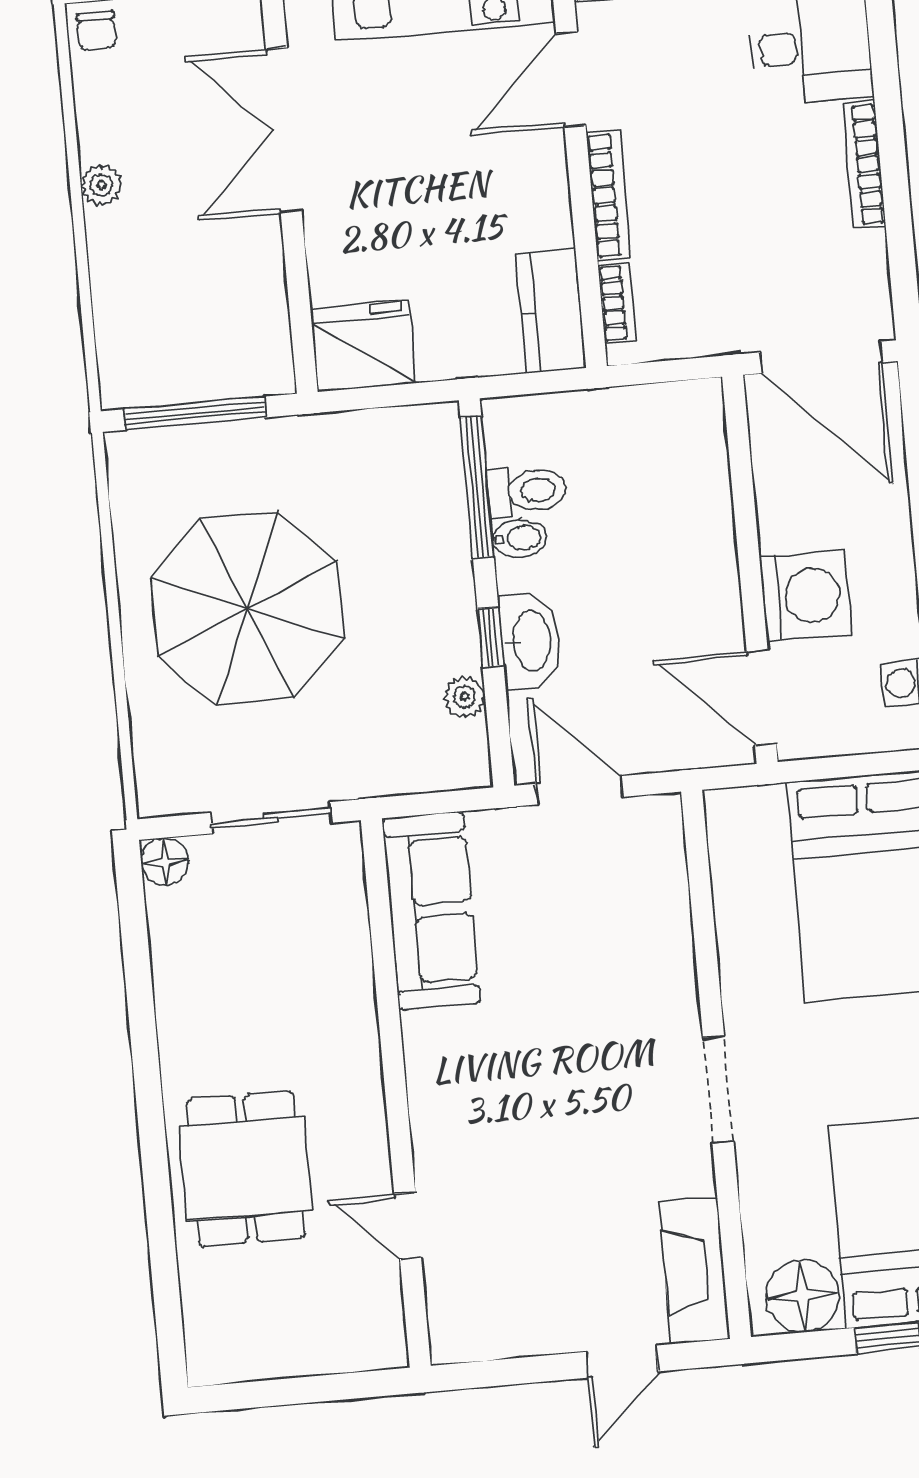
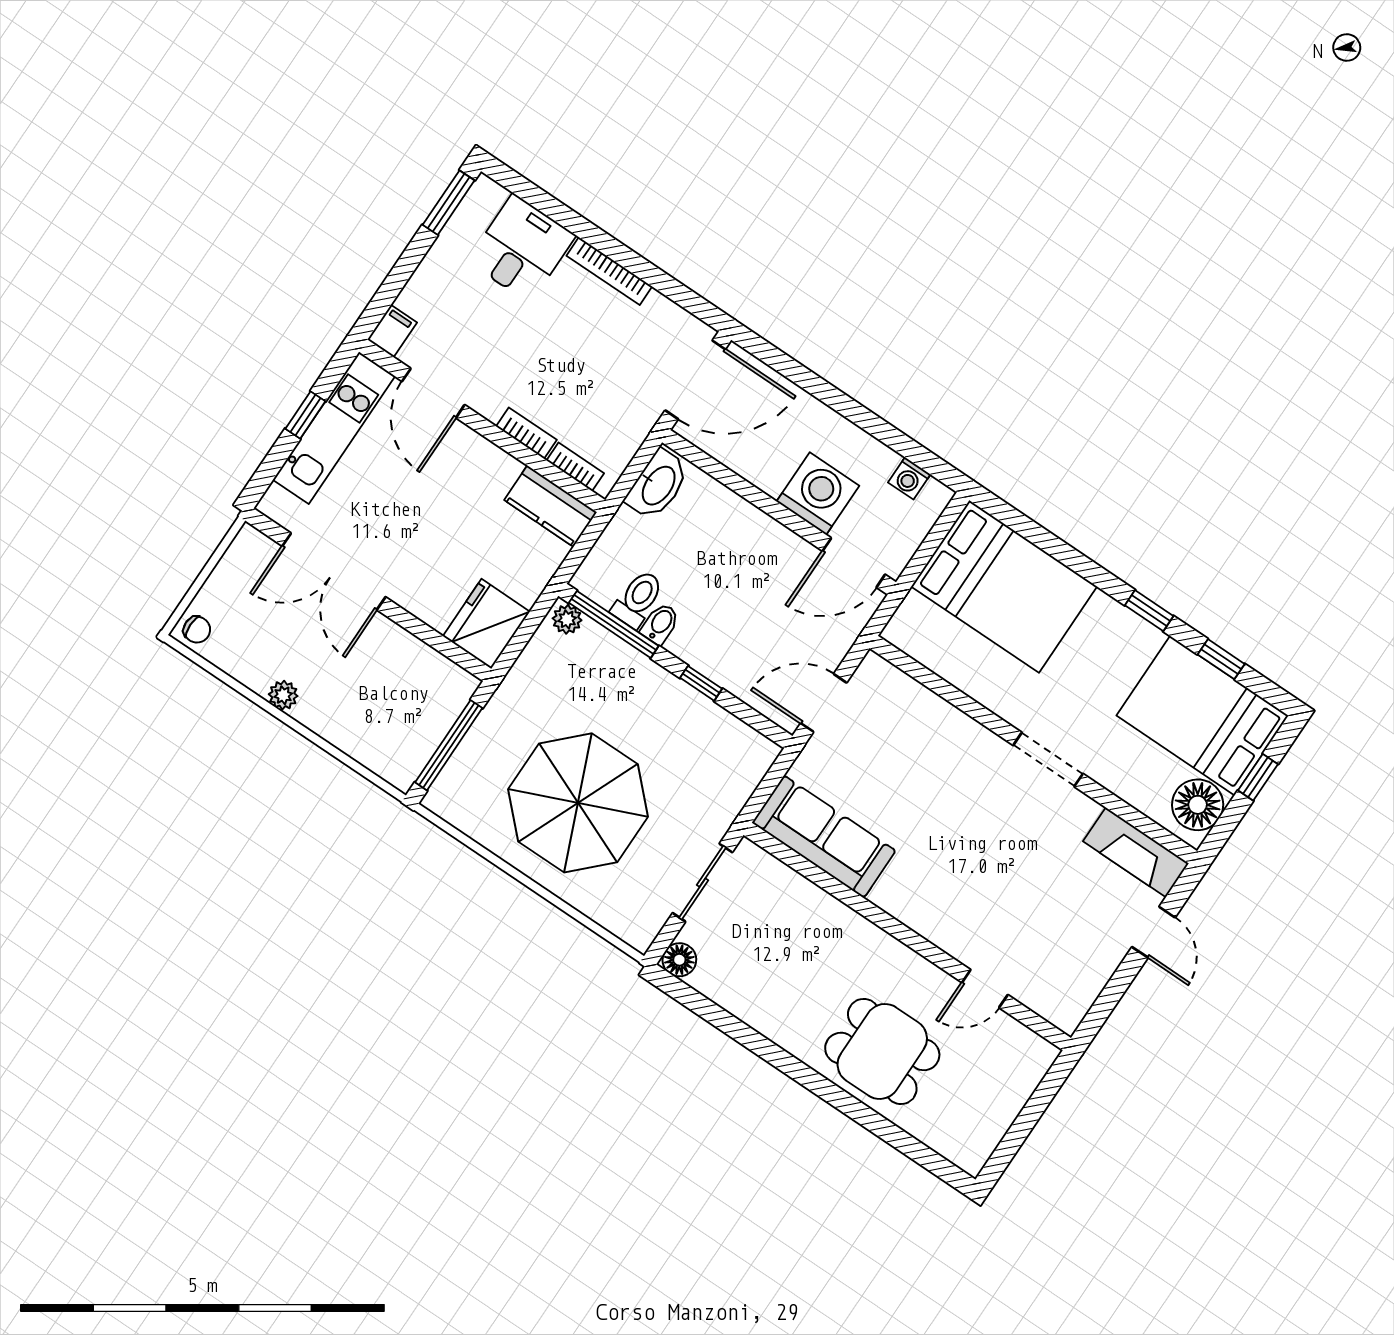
bookcase: (608, 195) -> (526, 433), width x0.64
washbasin: (530, 641) -> (658, 485), moved, turned 90
plant: (464, 697) -> (567, 619), moved

